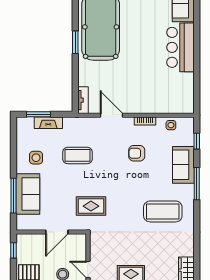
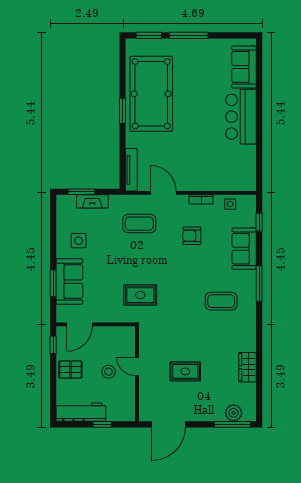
tv unit: (83, 100) -> (131, 170), width x1.41
coffee table: (77, 155) -> (139, 224), moved
window: (197, 184) -> (259, 284), moved
window: (13, 196) -> (53, 283), width x0.69
coffee table: (163, 211) -> (221, 301), width x0.73, depth x0.76
door: (57, 232) -> (80, 324), moved

